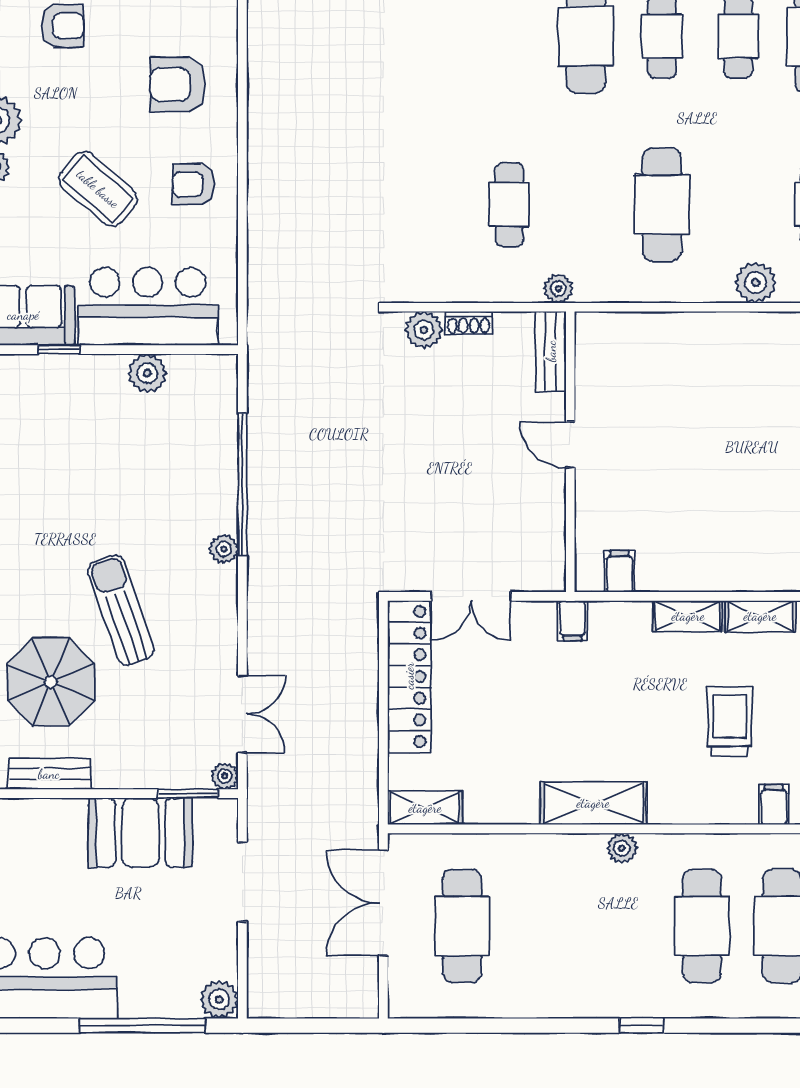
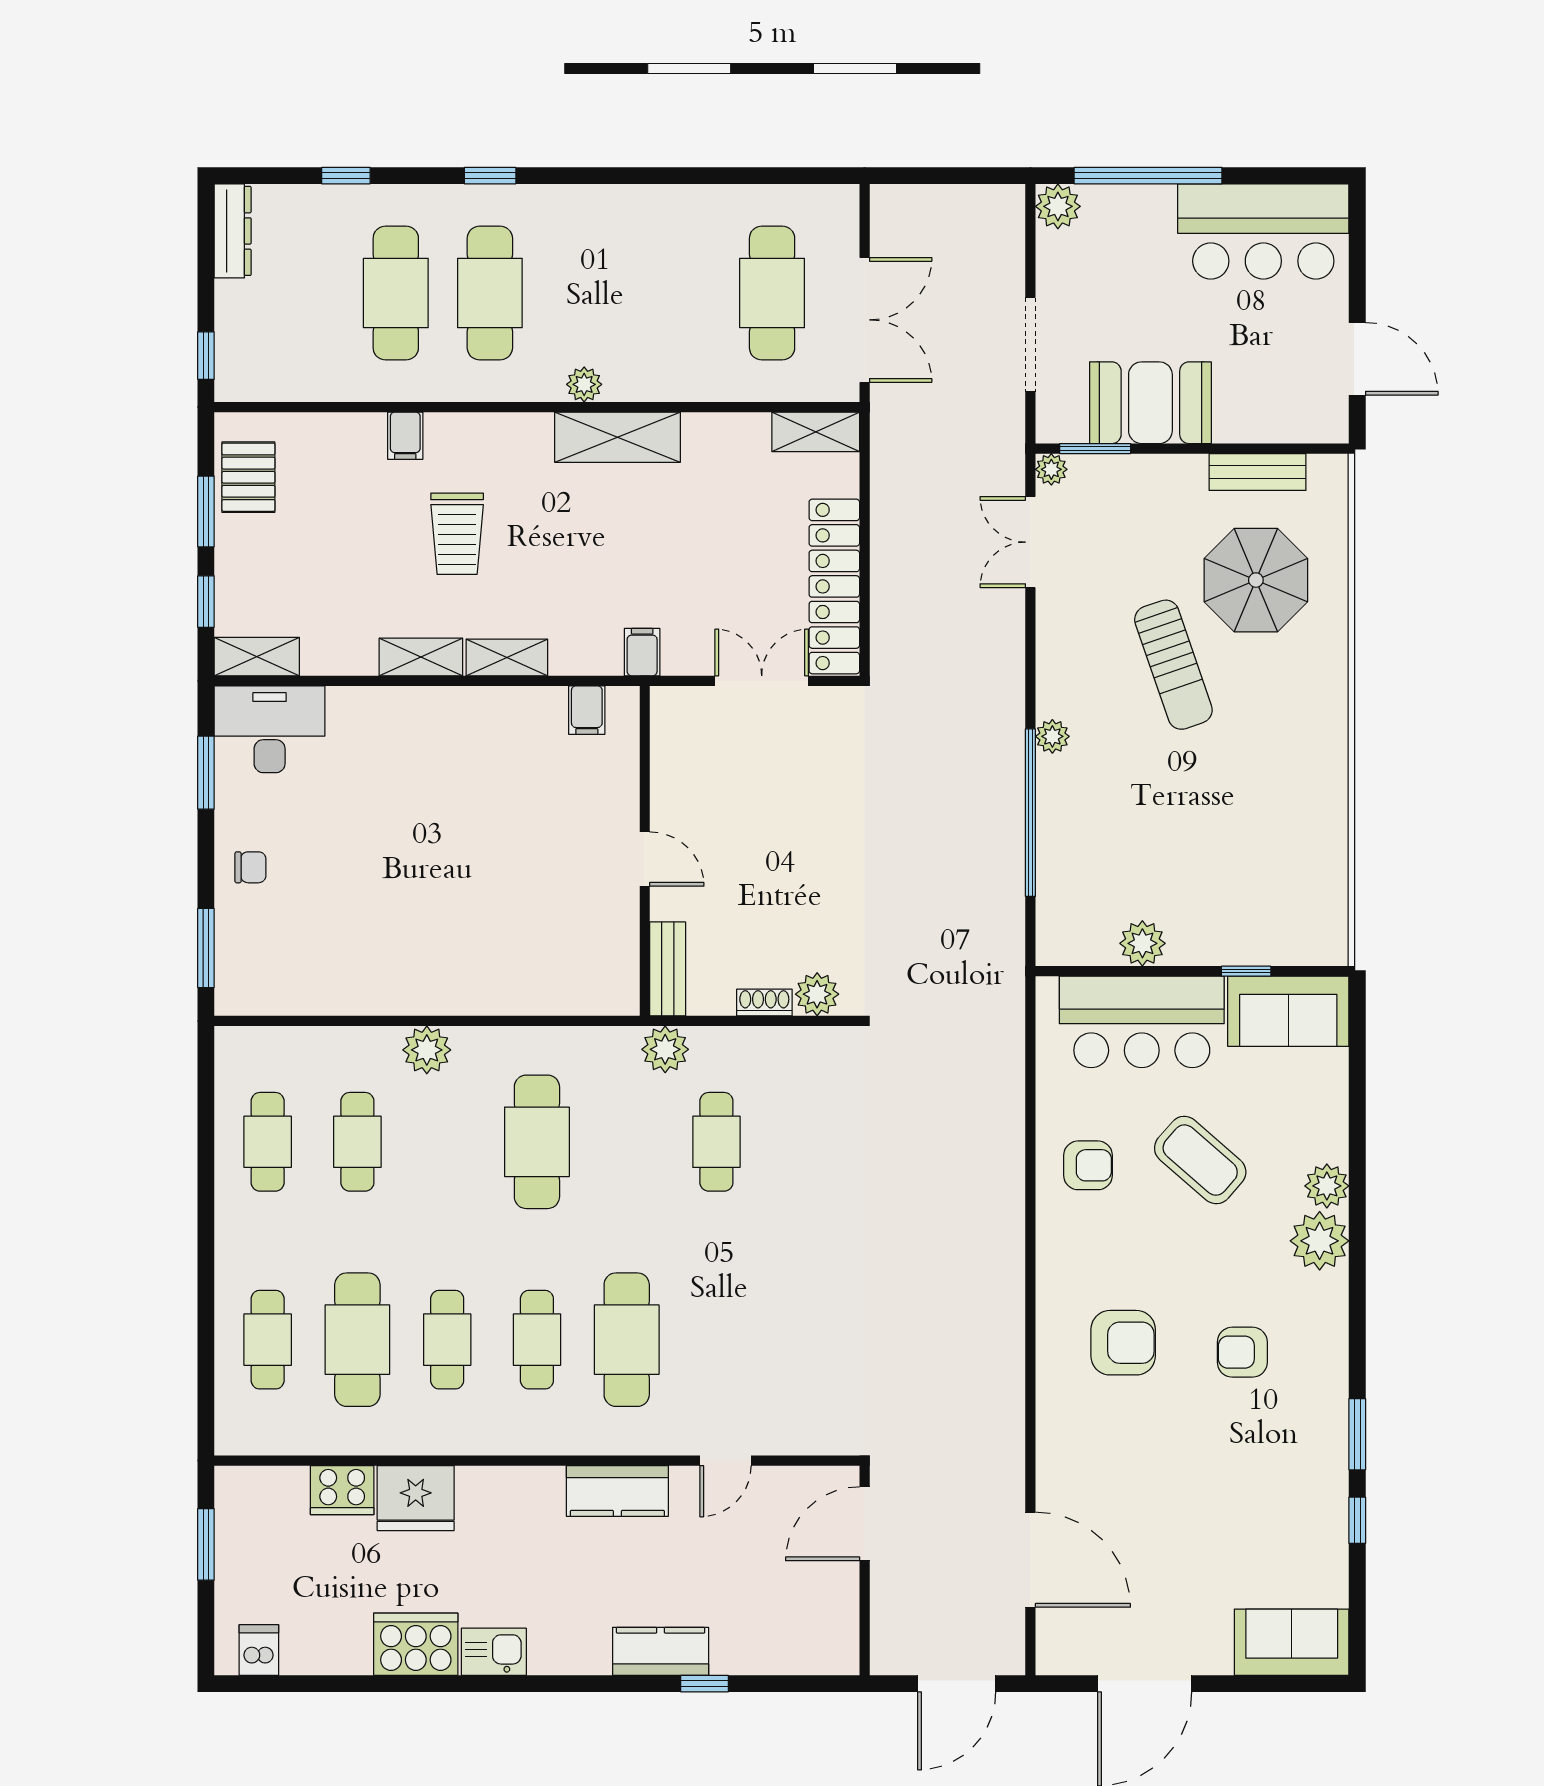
armchair: (178, 84) -> (1123, 1343), moved
plant: (558, 289) -> (665, 1049), width x1.38, depth x1.38
window: (642, 1026) -> (490, 176), moved

